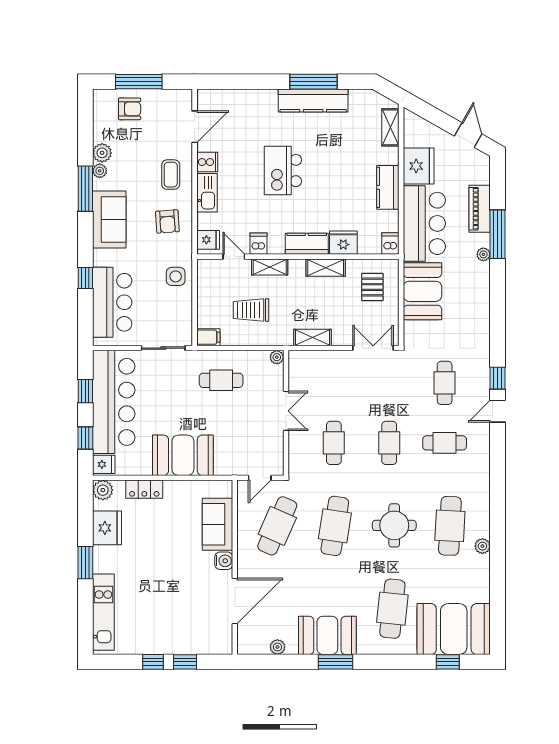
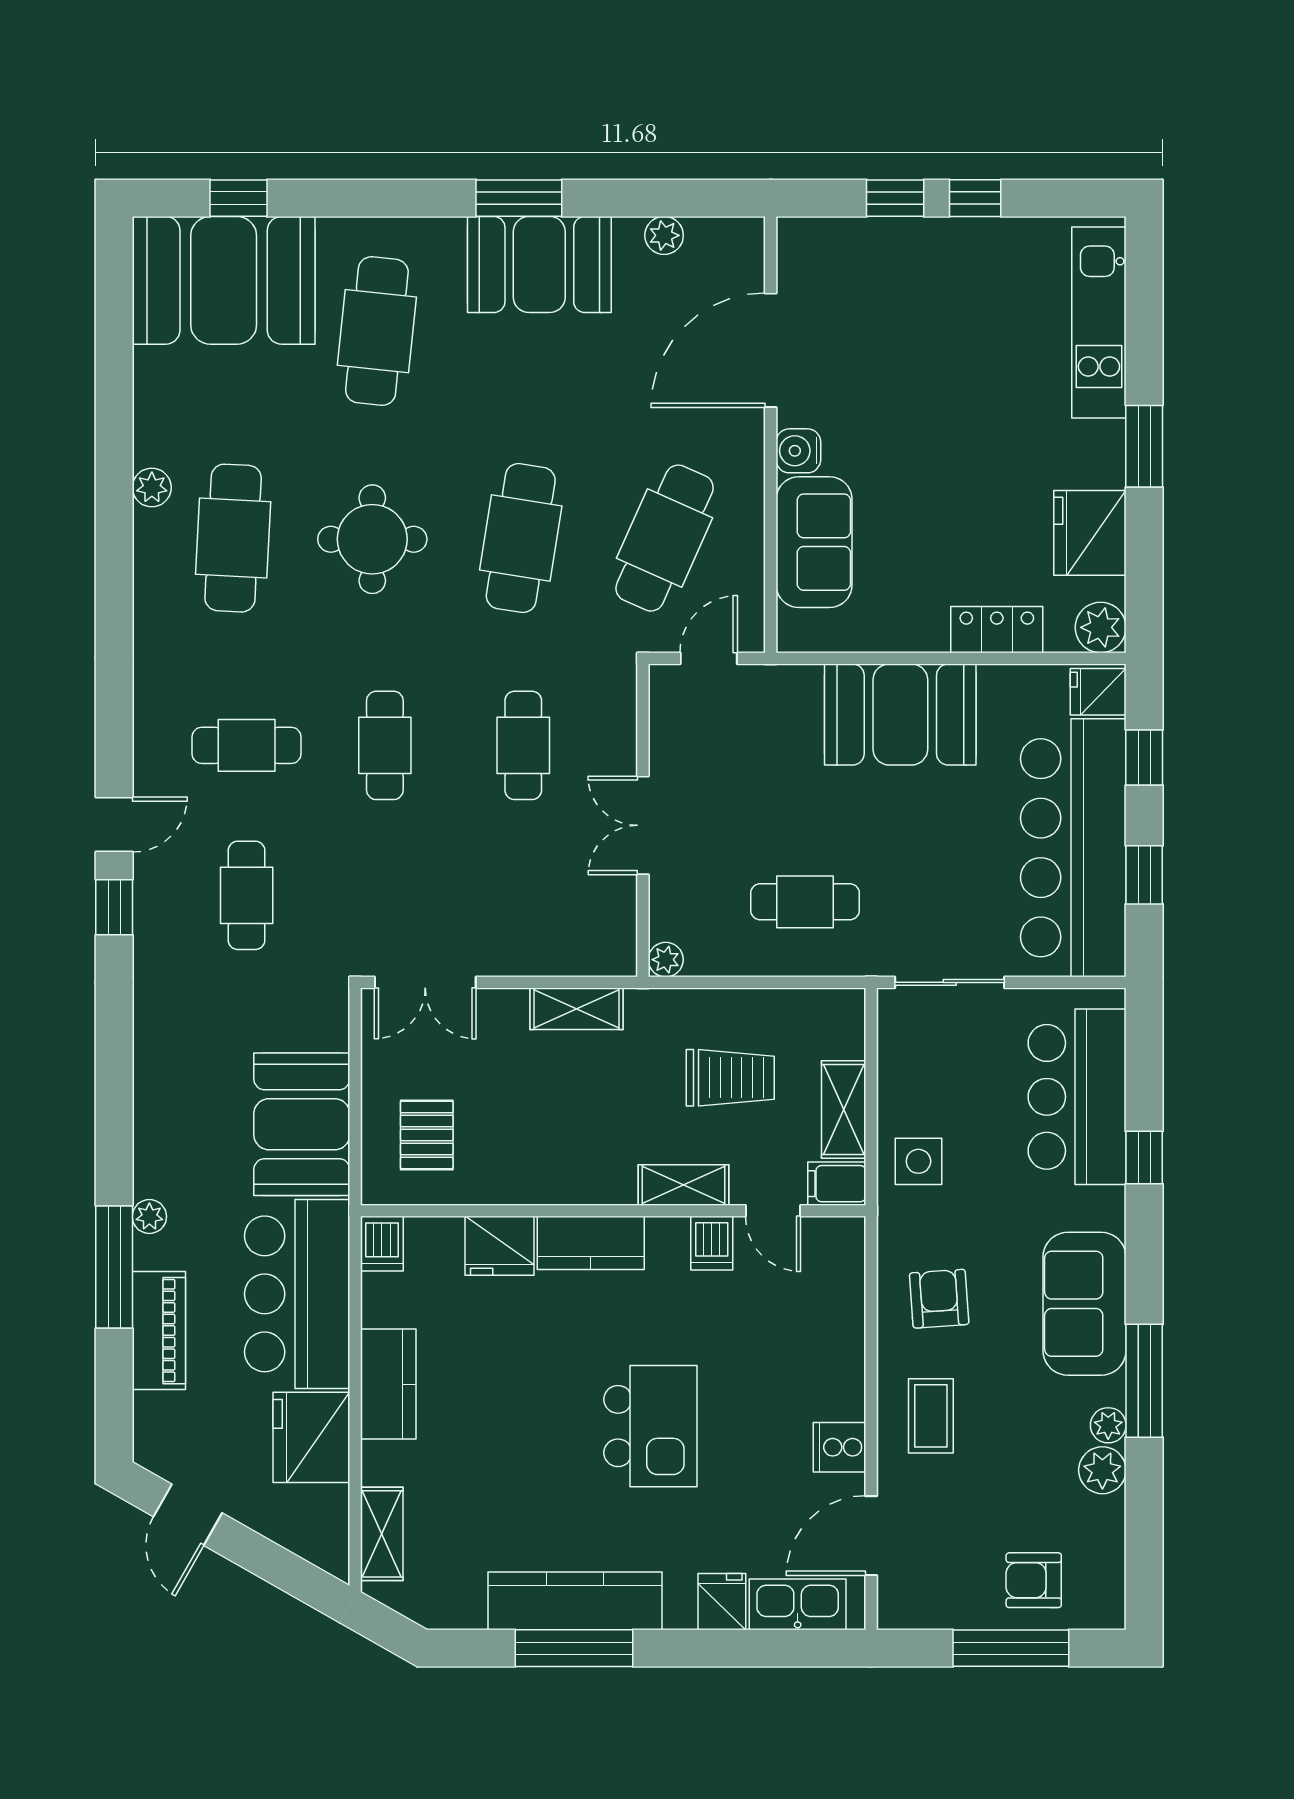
kitchen sink: (207, 193) -> (798, 1604), moved, turned 90
fridge: (208, 240) -> (722, 1602), moved, turned 90
shelving: (326, 268) -> (844, 1109), moved, turned 90
filing cabinet: (208, 337) -> (837, 1184), moved

